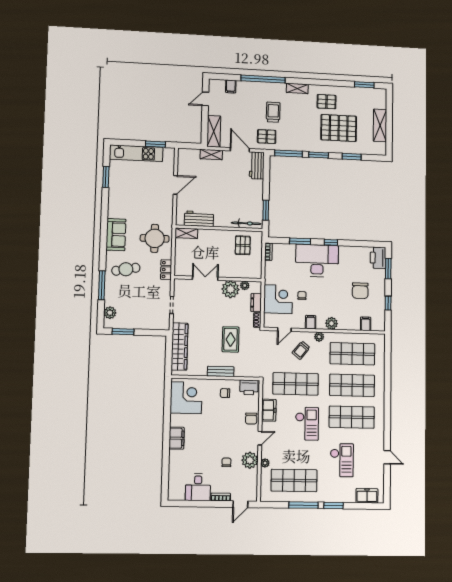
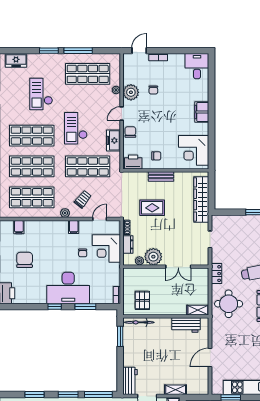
plant: (332, 323) -> (53, 226), removed
rug: (231, 339) -> (152, 208), turned 90
desk: (198, 487) -> (197, 66), moved

